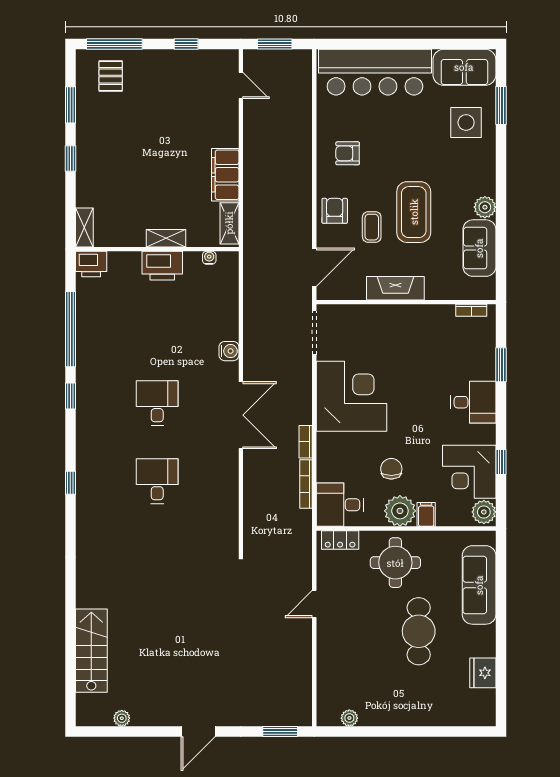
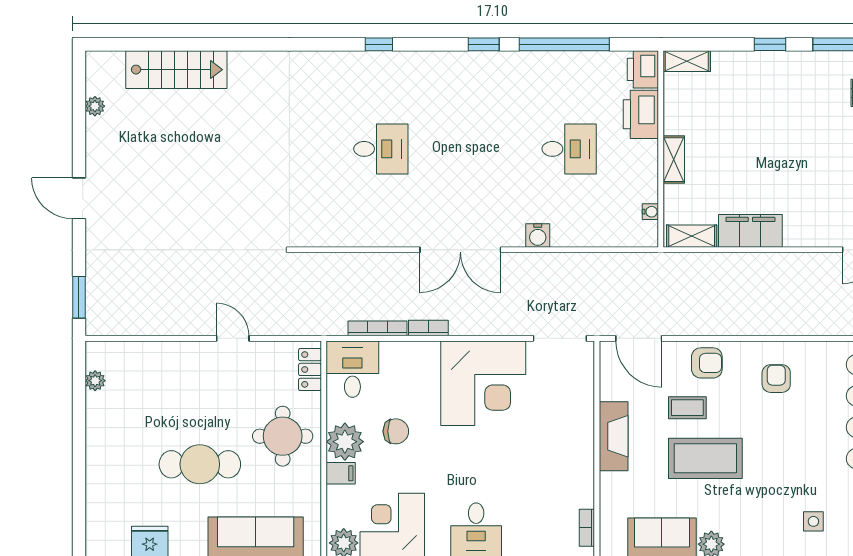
side table: (466, 122) -> (813, 521), width x0.54, depth x0.54
printer: (162, 266) -> (641, 114), moved
desk: (157, 403) -> (569, 149), moved

